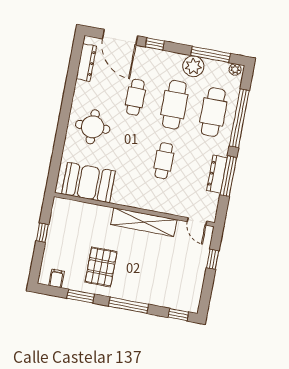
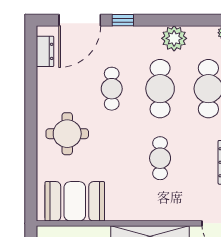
door: (120, 37) -> (80, 20), hinge flipped
window: (211, 54) -> (192, 20), removed
dresser: (86, 63) -> (45, 51), width x0.70

